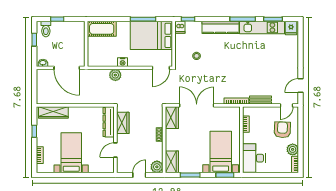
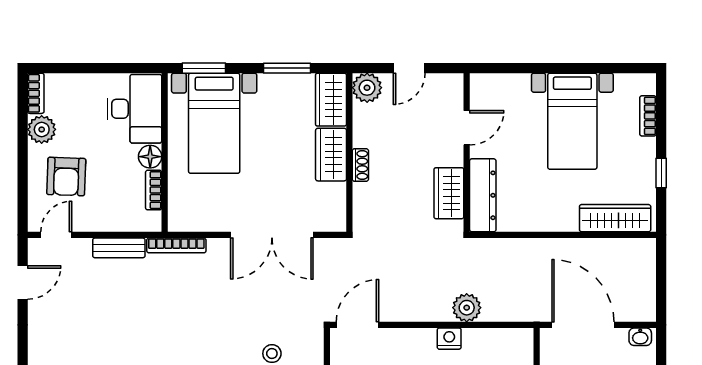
wardrobe: (172, 118) -> (331, 155), moved
floor lamp: (247, 138) -> (150, 157), added

